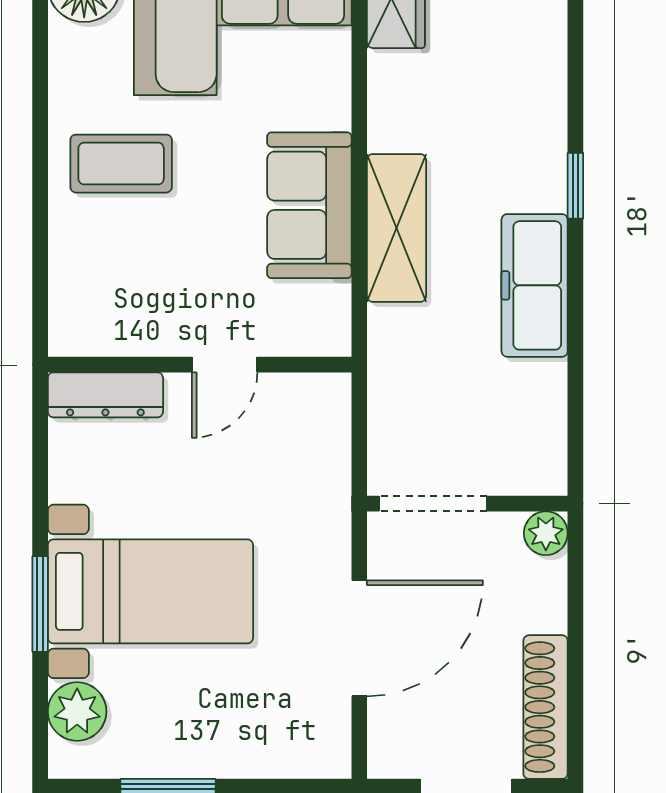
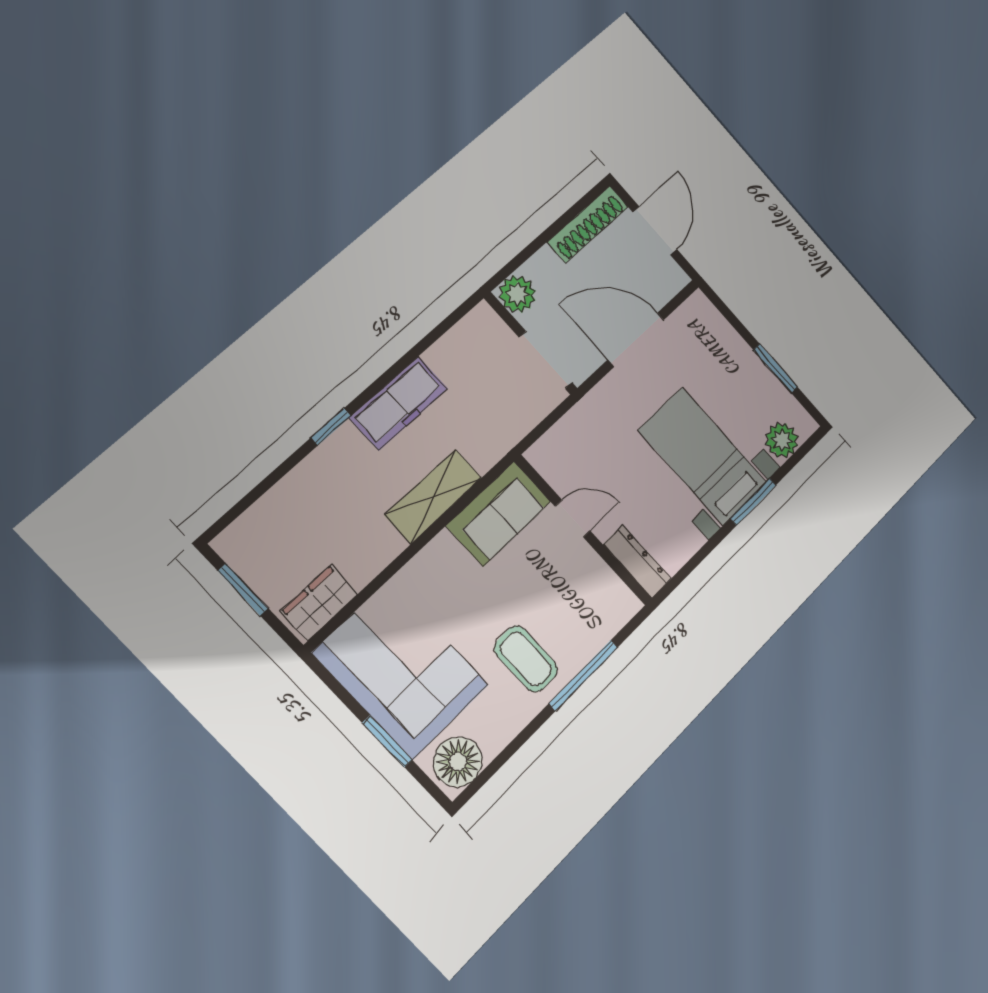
sofa: (309, 205) -> (499, 514), moved
window: (40, 211) -> (583, 675), added
plant: (546, 533) -> (517, 294), width x1.38, depth x1.38

